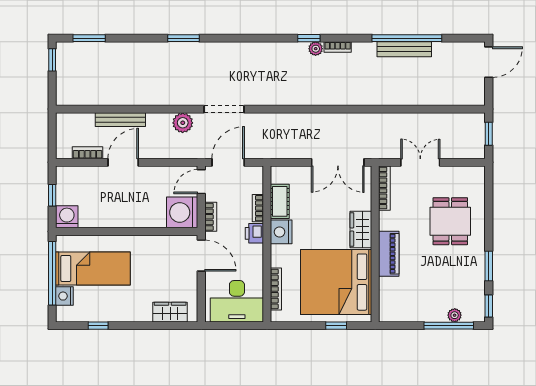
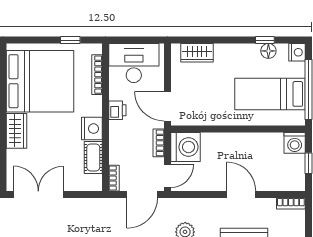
bookcase: (88, 153) -> (291, 203), moved
door: (123, 162) -> (241, 194), swing flipped
bookcase: (258, 208) -> (114, 178), moved
printer: (254, 233) -> (117, 110), moved
nightstand: (64, 296) -> (297, 52), moved
floor lamp: (95, 314) -> (268, 51), added
window: (336, 326) -> (70, 40), moved

